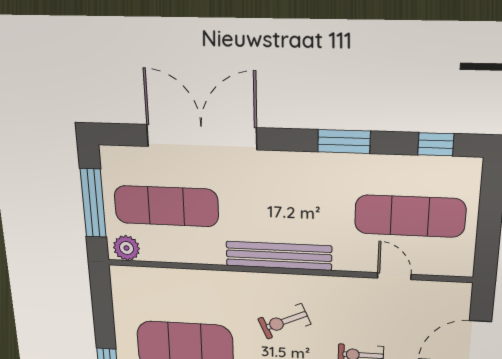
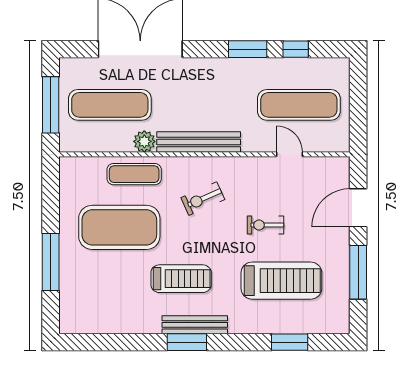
window: (436, 144) -> (296, 49), moved
plant: (126, 248) -> (144, 141), moved
exercise mat: (200, 289) -> (134, 174), added

